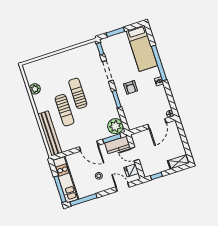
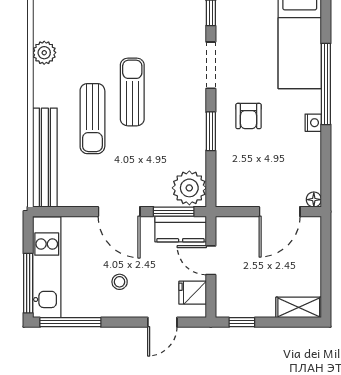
door: (123, 187) -> (162, 322), swing flipped

